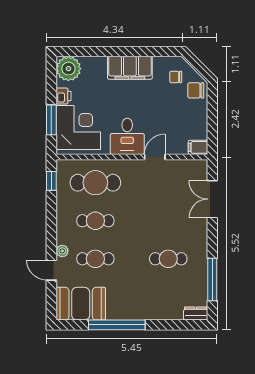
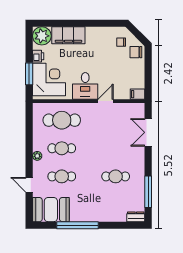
filing cabinet: (130, 68) -> (68, 35), moved
window: (51, 181) -> (29, 119), removed
plant: (62, 251) -> (37, 156), moved

